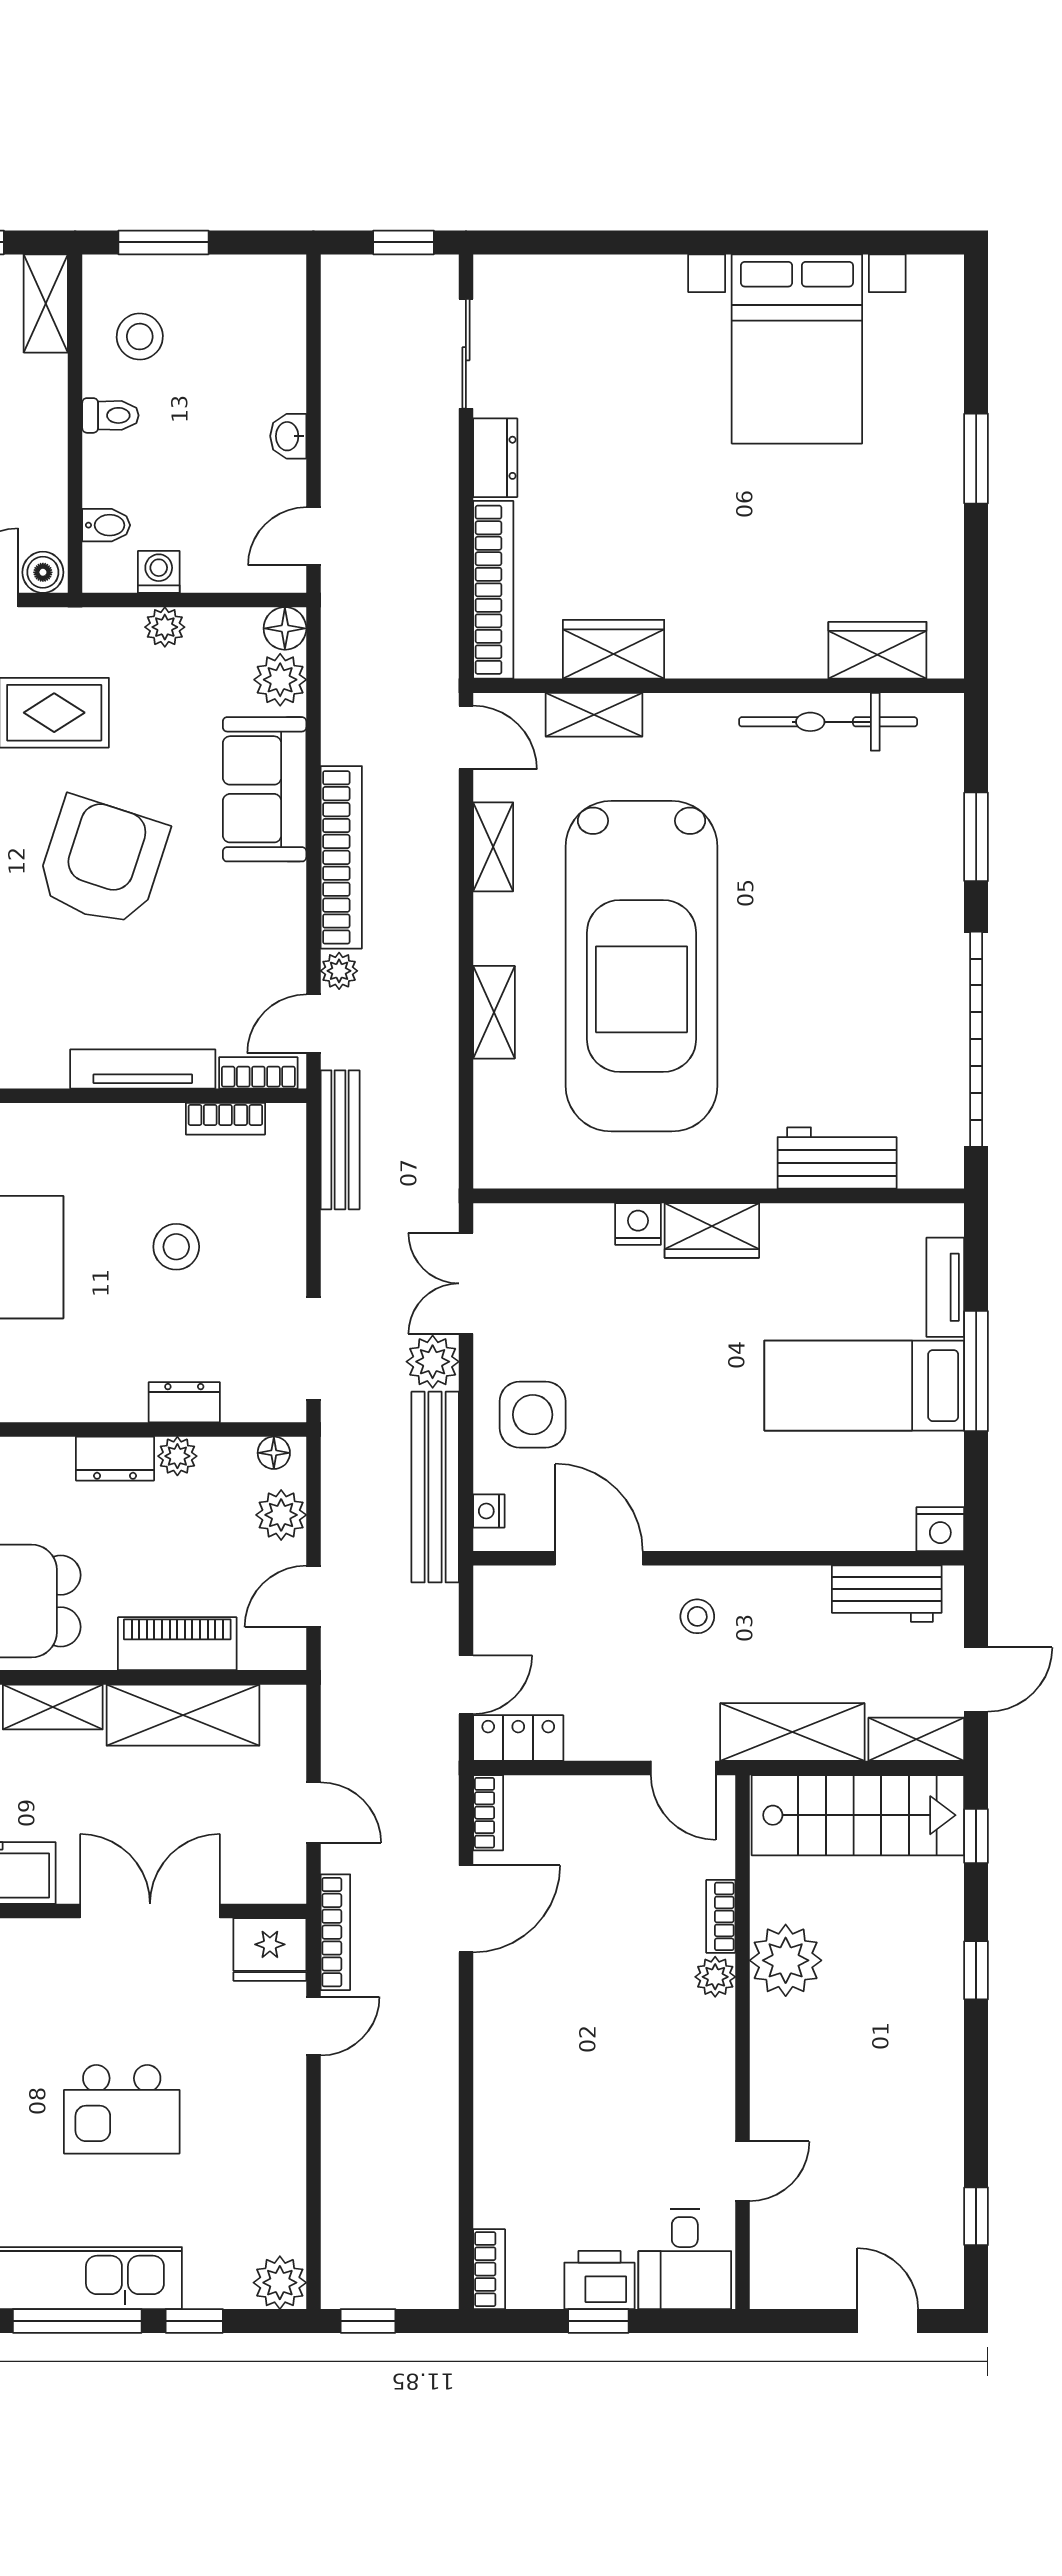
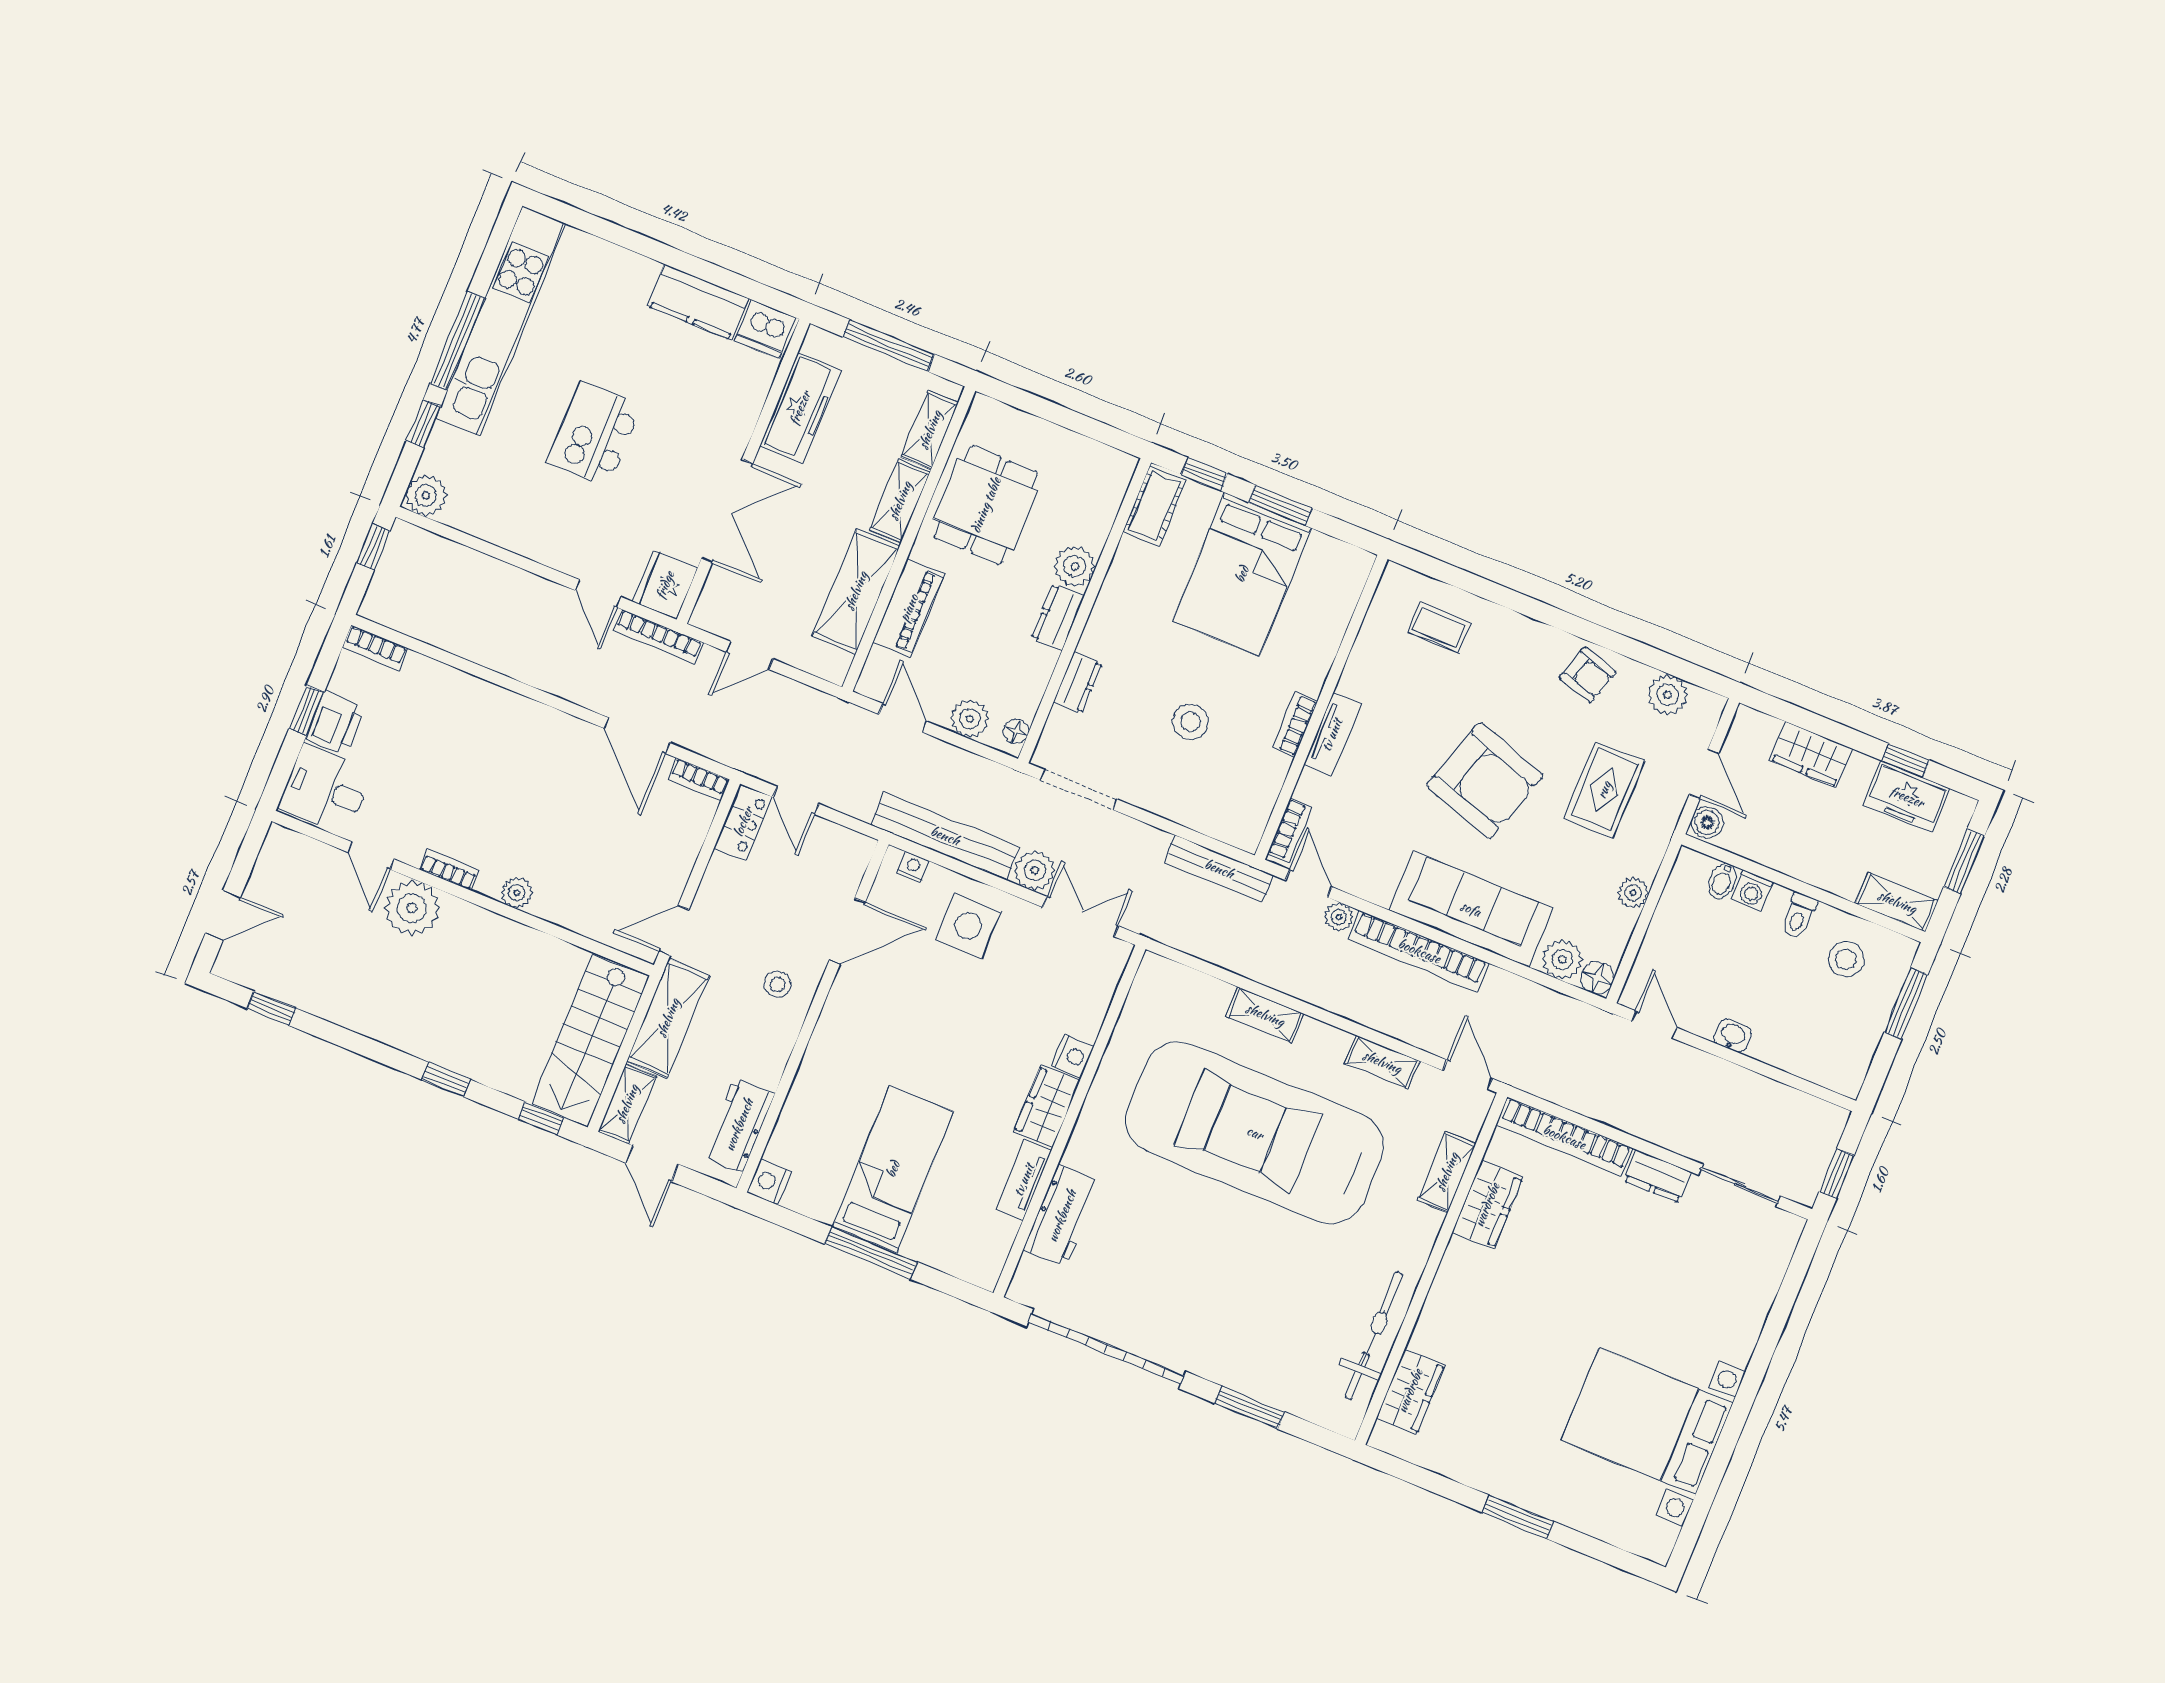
washing machine: (159, 572) -> (1752, 891), moved, turned 90
door: (466, 737) -> (1468, 1075), swing flipped
sofa: (265, 789) -> (1471, 909), width x1.36
tv unit: (143, 1069) -> (1332, 735), width x0.71
bookcase: (225, 1119) -> (1295, 725), moved
tv unit: (945, 1287) -> (1024, 1180), moved, turned -90
plant: (177, 1456) -> (1075, 566), moved, width x1.38, depth x1.38
bookcase: (721, 1916) -> (449, 870), moved
plant: (786, 1960) -> (412, 908), moved

